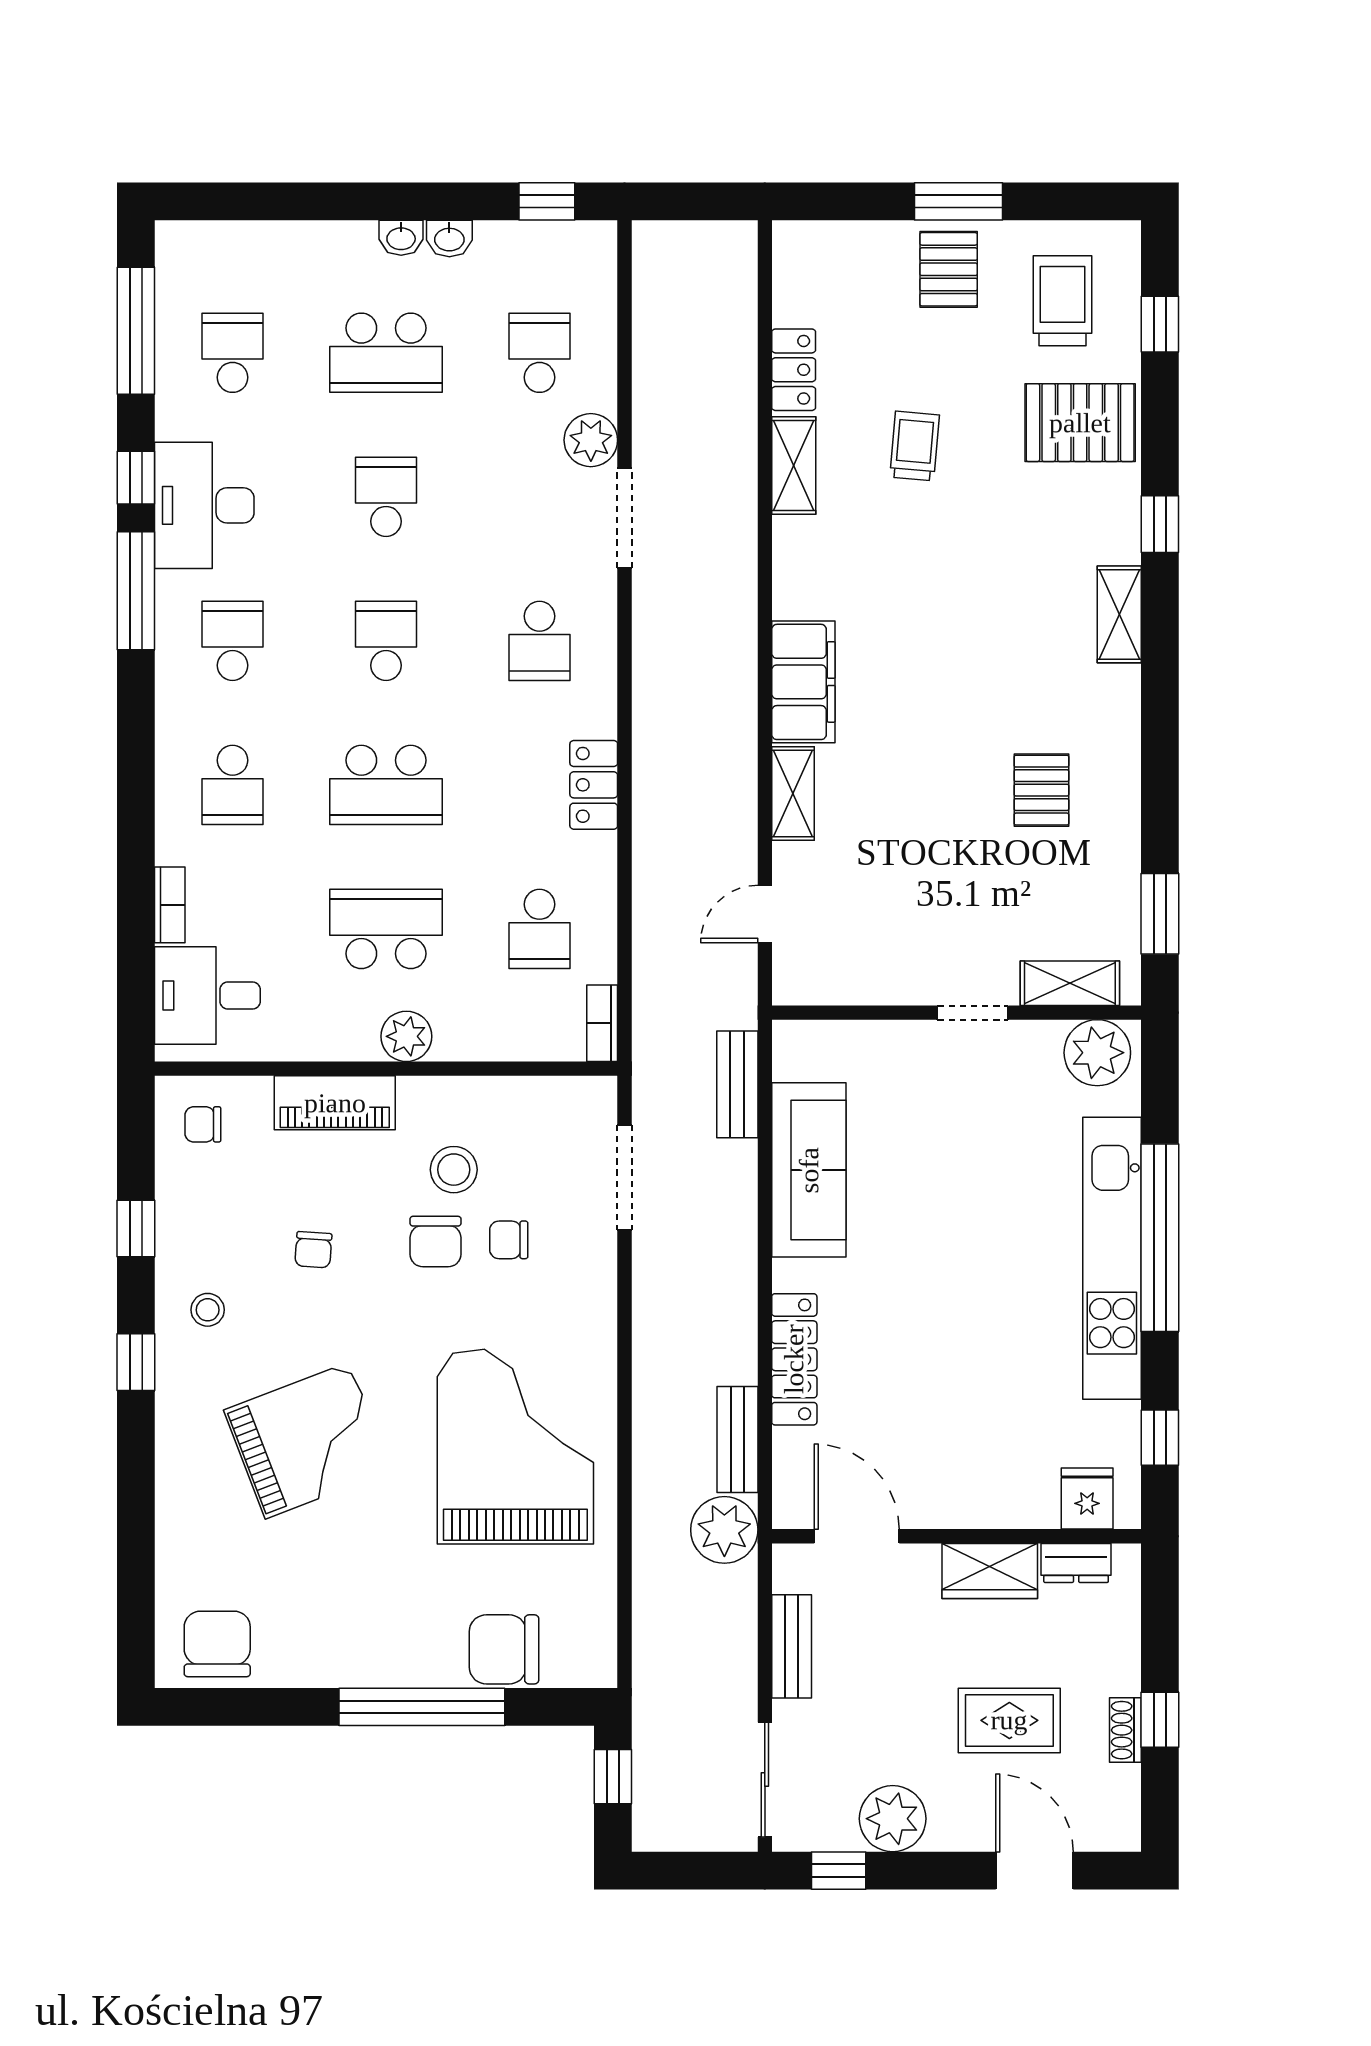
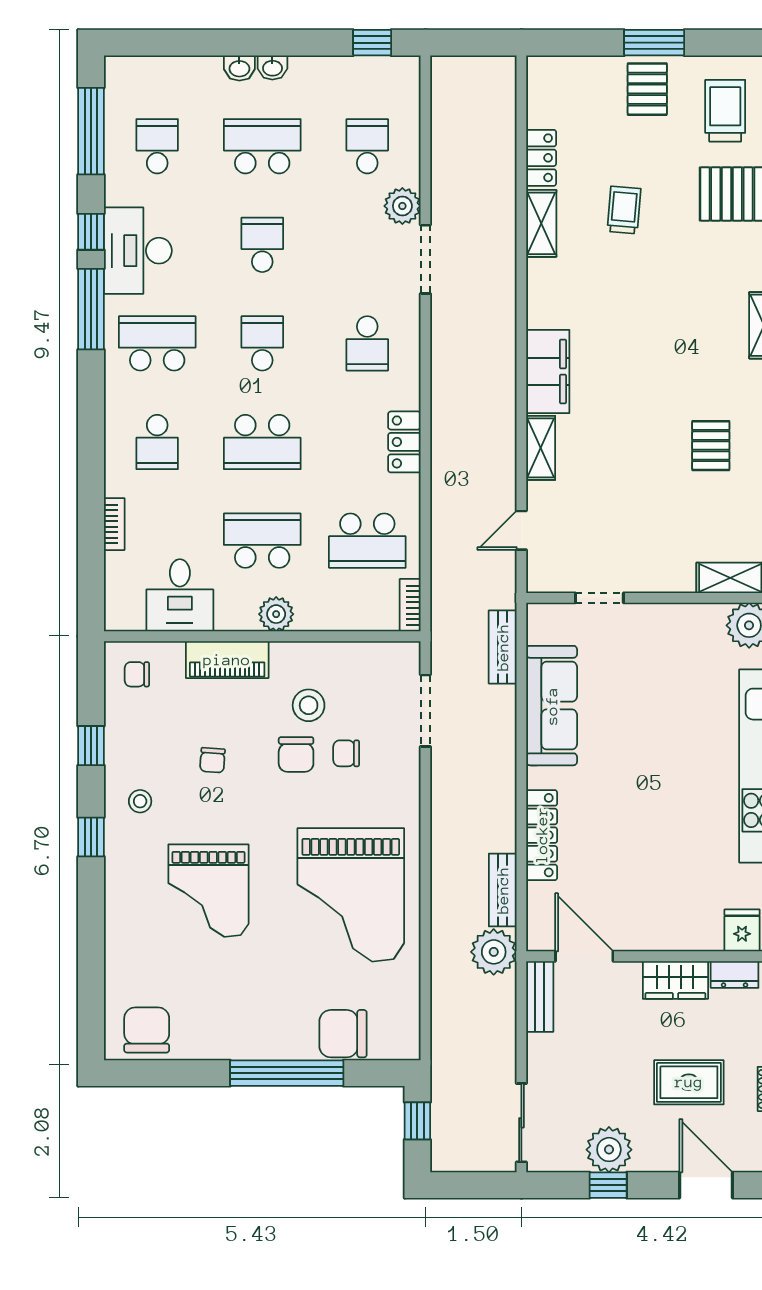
washbasin: (449, 238) -> (239, 68), moved
school desk: (386, 353) -> (262, 146), turned 180
school desk: (233, 641) -> (157, 343), width x1.85
school desk: (540, 929) -> (367, 541), width x1.85
desk: (207, 996) -> (180, 595), moved, turned -90
doorway: (973, 1013) -> (599, 598), moved
grand piano: (307, 1440) -> (208, 891), turned 111
grand piano: (515, 1447) -> (351, 895), turned 180
bench: (792, 1646) -> (540, 996), moved
window: (839, 1871) -> (608, 1185), moved

